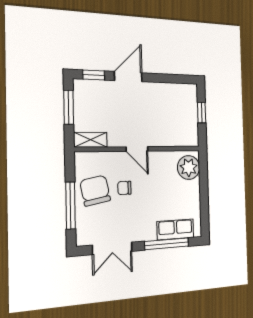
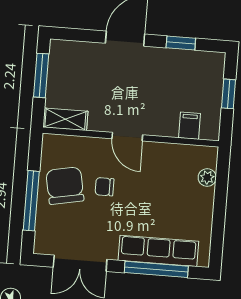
window: (94, 75) -> (181, 43), moved
filing cabinet: (179, 137) -> (189, 126), added
plant: (189, 167) -> (207, 178), width x0.53, depth x0.53
row of seats: (175, 229) -> (158, 251), width x1.48

